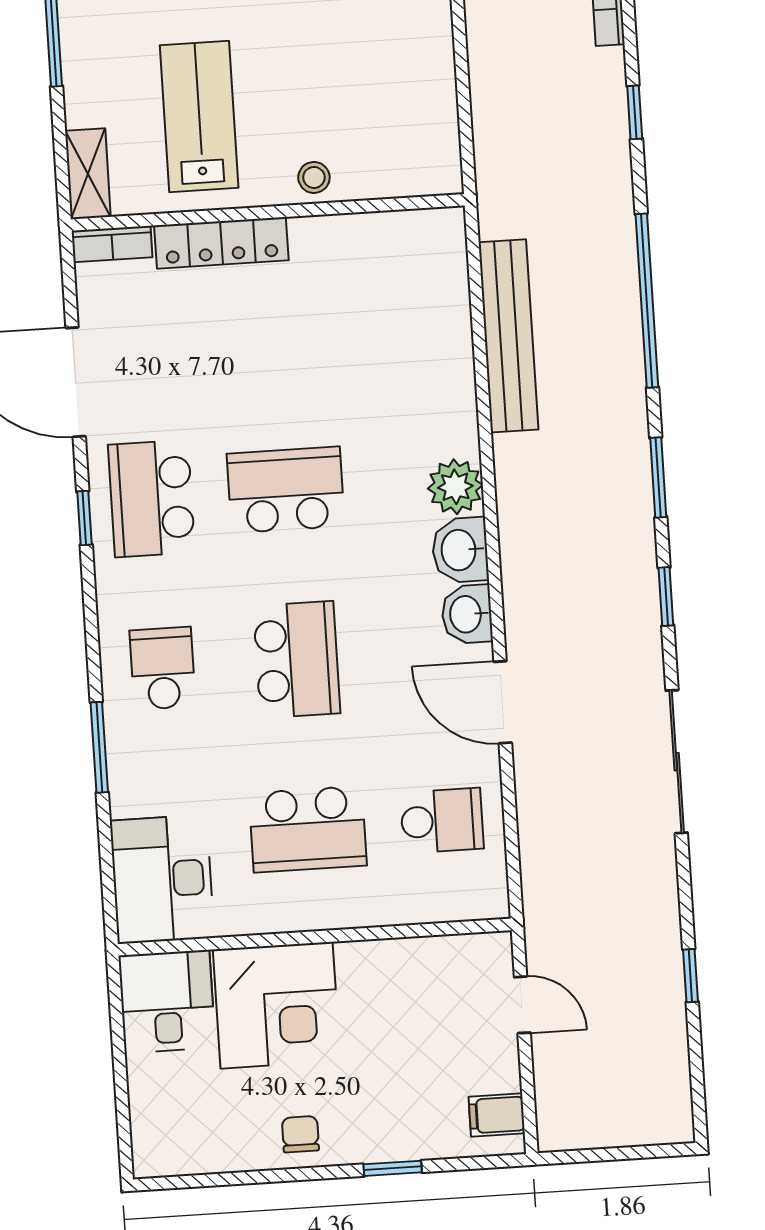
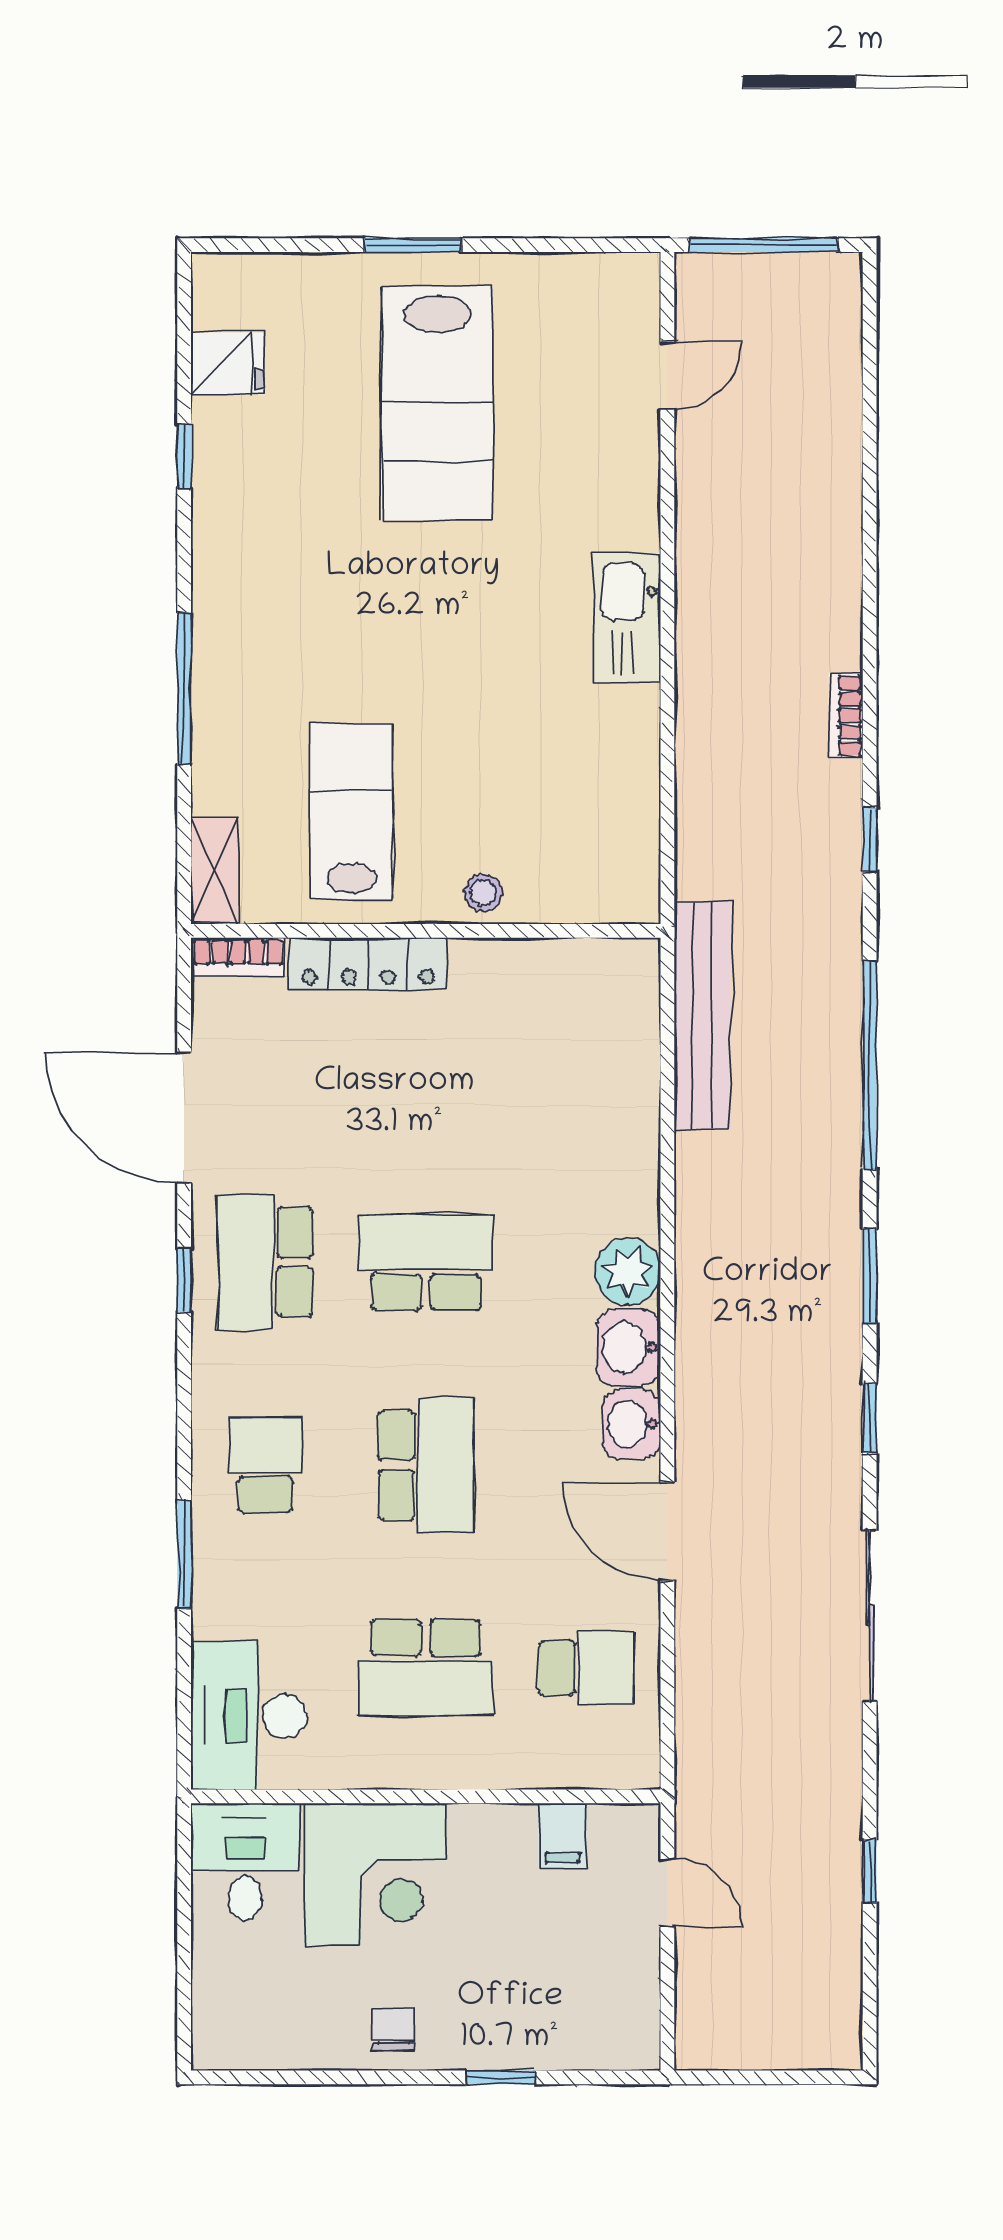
bench: (508, 336) -> (702, 1016), moved
filing cabinet: (497, 1115) -> (563, 1835), moved, turned -90

